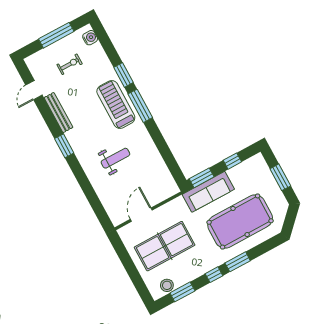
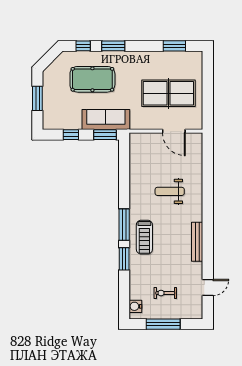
treadmill: (116, 104) -> (144, 237), width x0.73, depth x0.73
bench: (58, 113) -> (197, 242), moved
window: (64, 146) -> (208, 226), removed
door: (141, 215) -> (174, 131), hinge flipped
pool table: (240, 221) -> (92, 79), width x0.73, depth x0.76
window: (214, 275) -> (83, 46), moved
stool: (167, 285) -> (185, 59), removed

